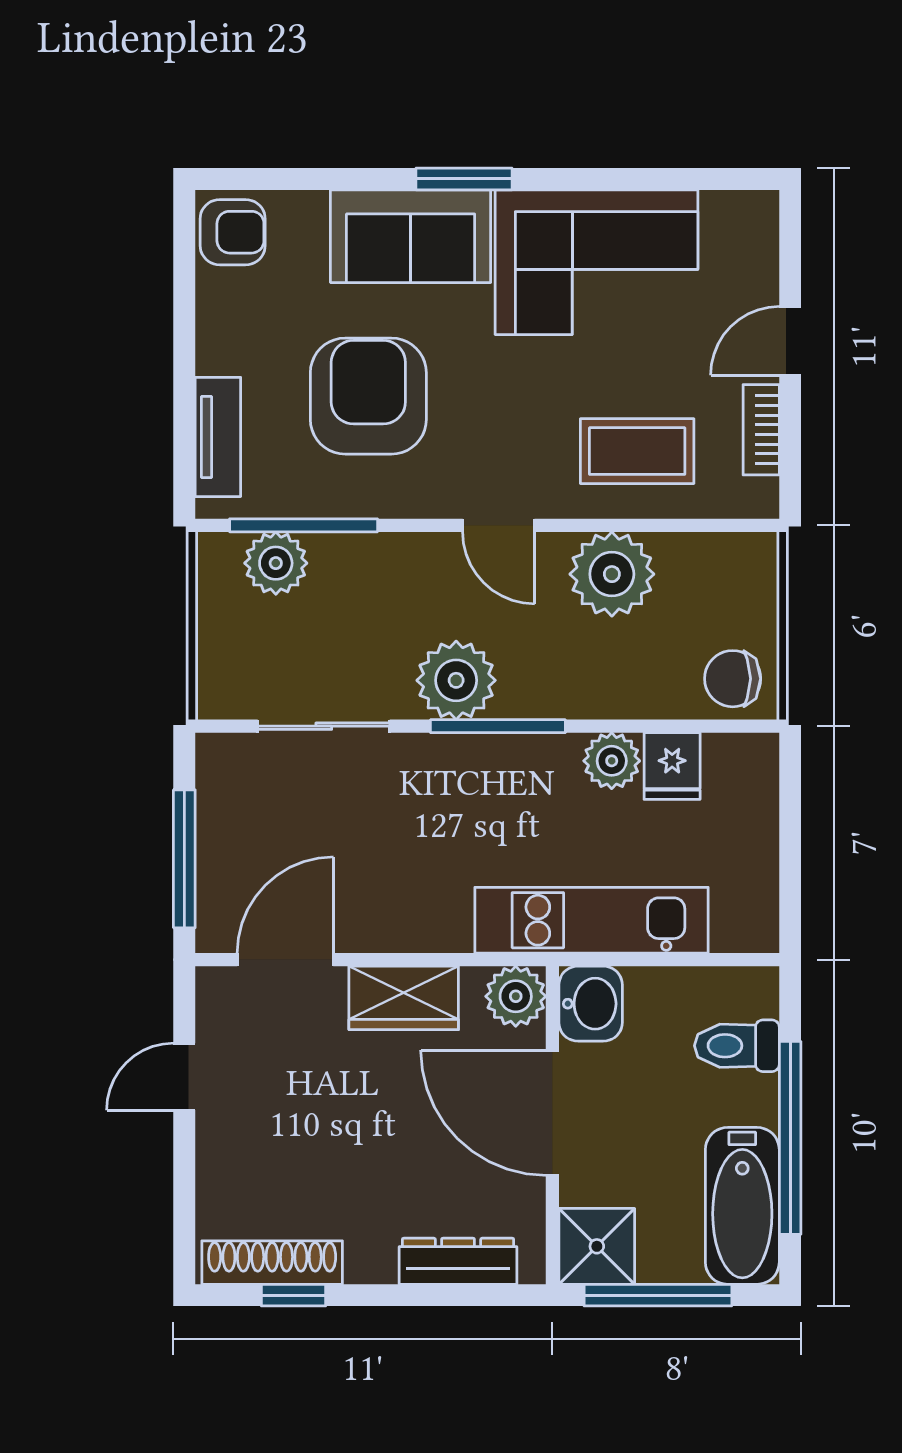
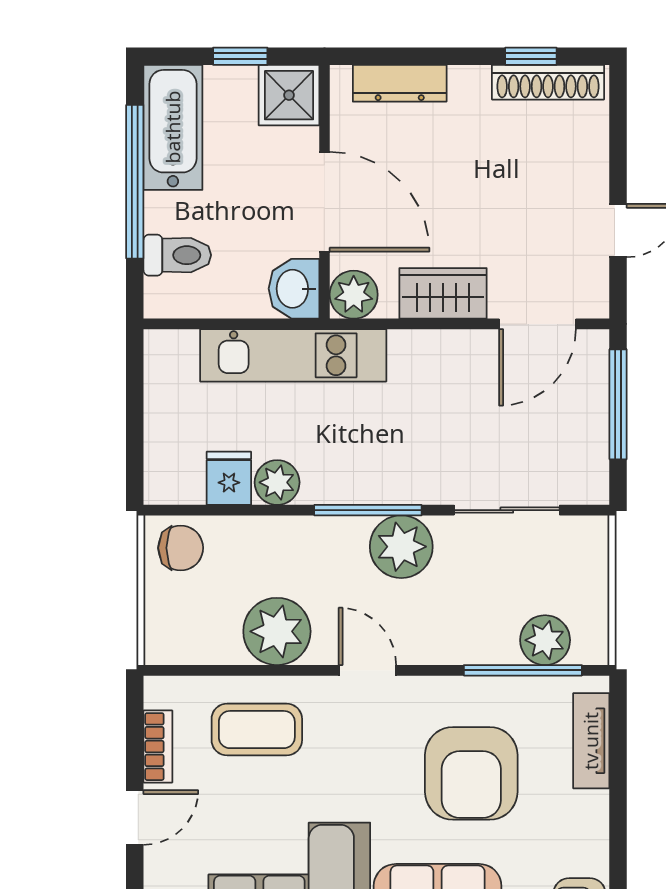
window: (658, 1295) -> (240, 56), width x0.46

